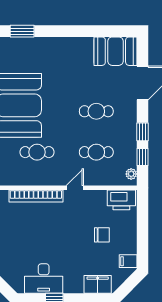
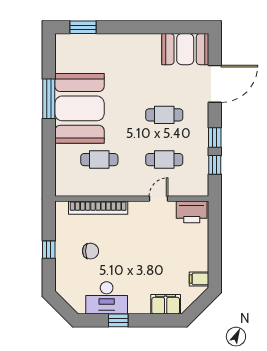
plant: (131, 174) -> (202, 183), removed
door: (75, 188) -> (159, 199), moved
chair: (102, 235) -> (91, 251), moved

